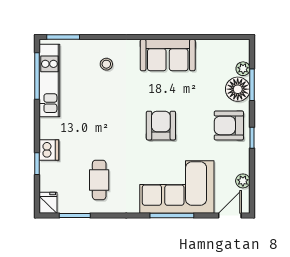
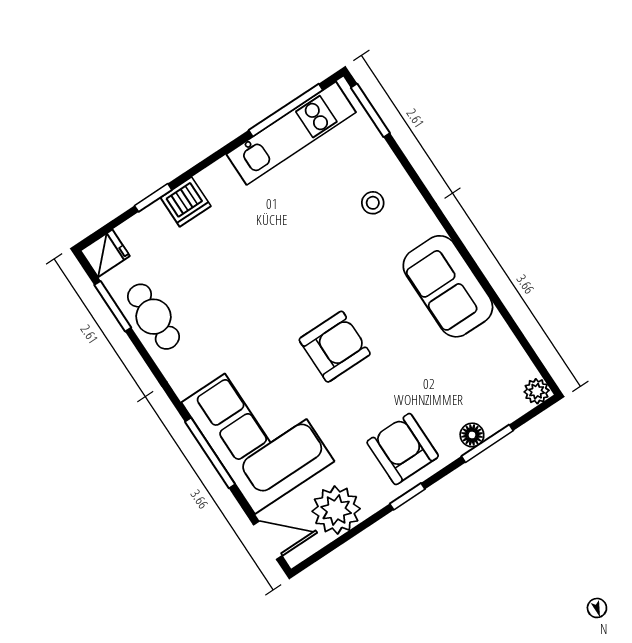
plant: (243, 69) -> (537, 391), moved
floor lamp: (238, 89) -> (472, 435), width x0.53, depth x0.53
cafe table: (99, 180) -> (153, 317), moved, turned 90
plant: (243, 181) -> (336, 510), width x1.87, depth x1.87

